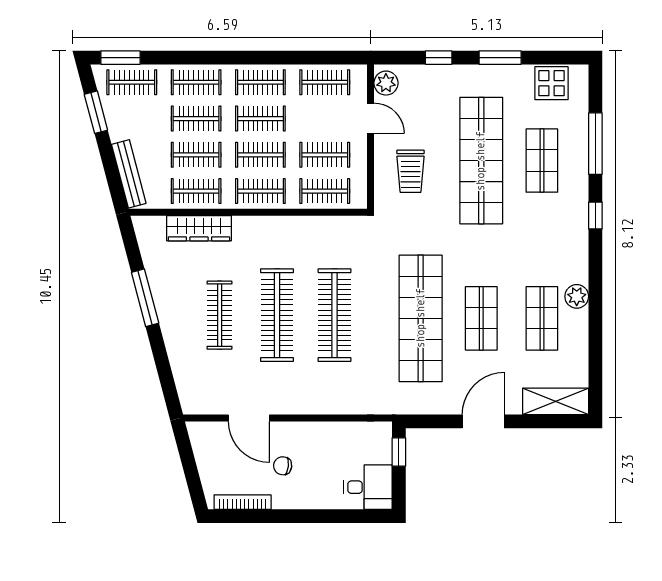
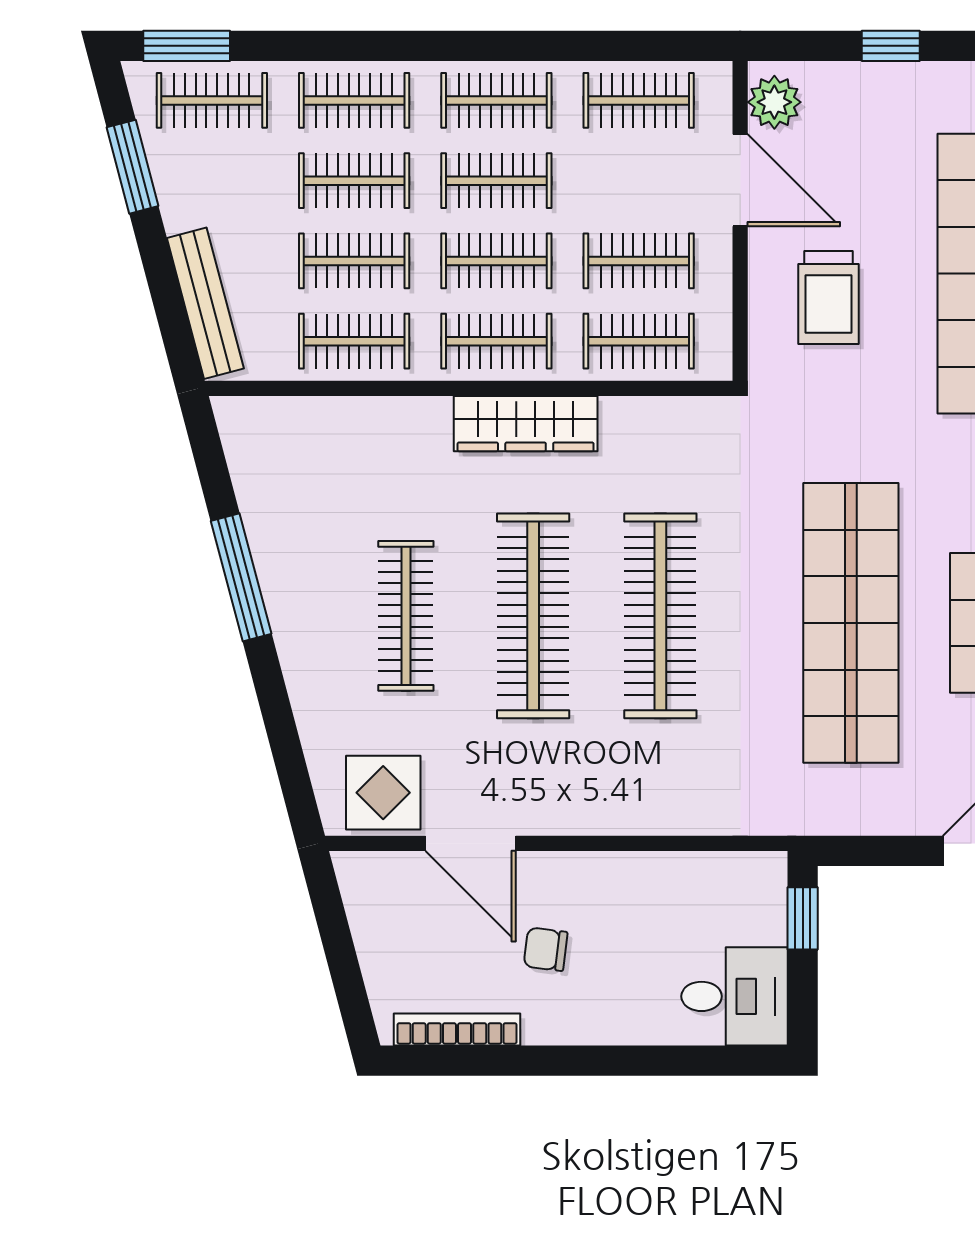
door: (371, 118) -> (740, 180), width x1.38
wardrobe: (199, 228) -> (526, 424), moved
display table: (209, 395) -> (383, 793), added

